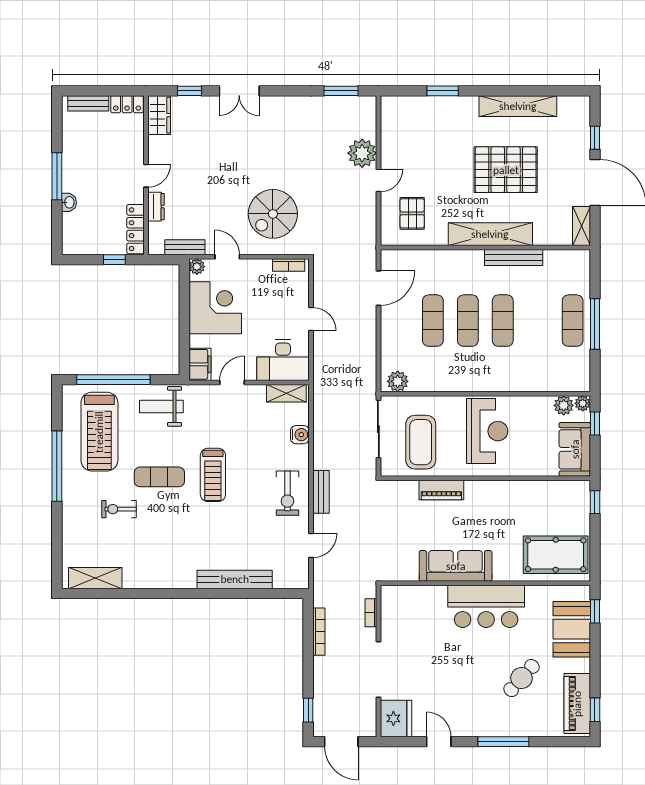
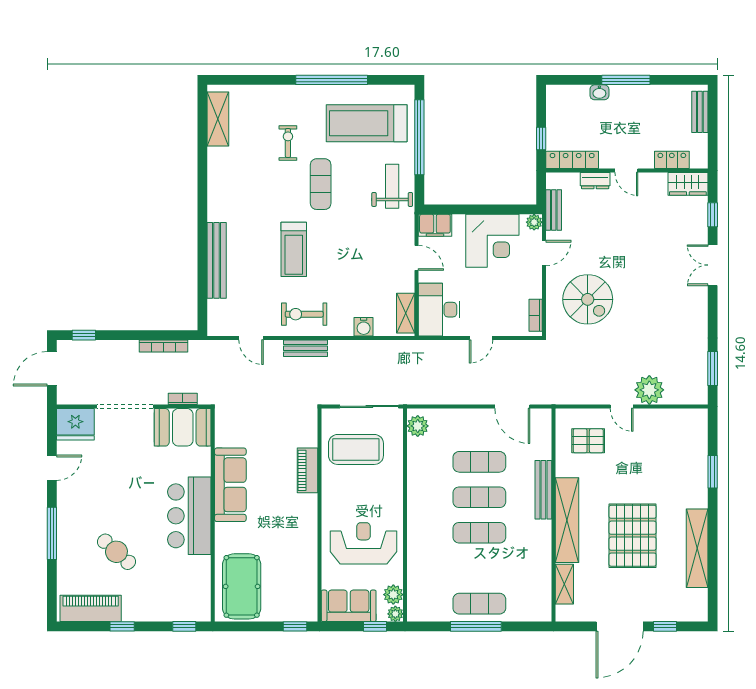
locker: (127, 104) -> (672, 160), moved, turned 90
spiral stairs: (273, 214) -> (588, 299), turned 180
shelving: (581, 226) -> (564, 584), moved, turned 90
bench: (514, 257) -> (543, 490), moved
reception desk: (487, 431) -> (363, 543), moved, turned 180
treadmill: (213, 475) -> (294, 249), moved, turned -90
booth: (572, 629) -> (183, 427), moved
window: (595, 710) -> (122, 626), moved

